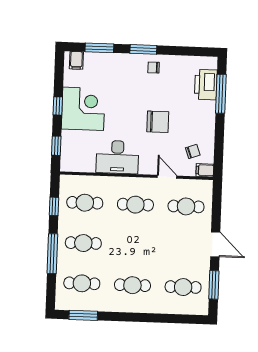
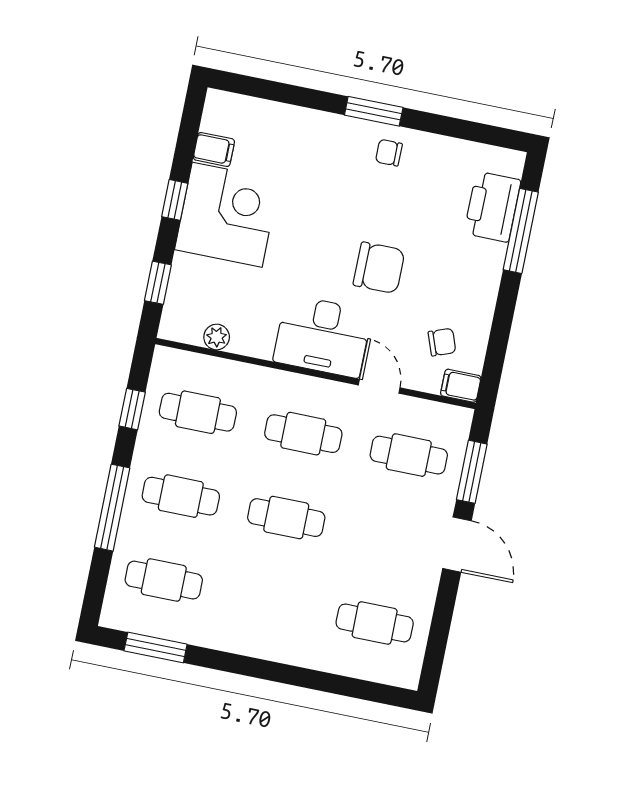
window: (99, 48) -> (282, 93), removed
filing cabinet: (76, 60) -> (214, 149), moved, turned -90
desk: (117, 157) -> (323, 336), moved
plant: (88, 166) -> (217, 337), added
cafe table: (132, 285) -> (286, 518), moved
window: (214, 285) -> (472, 472), moved

